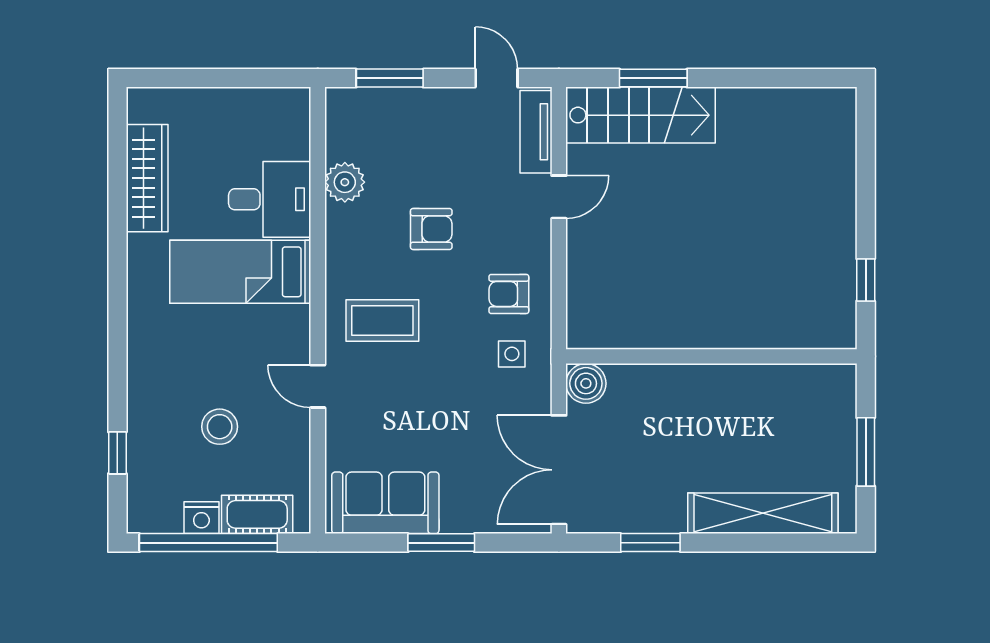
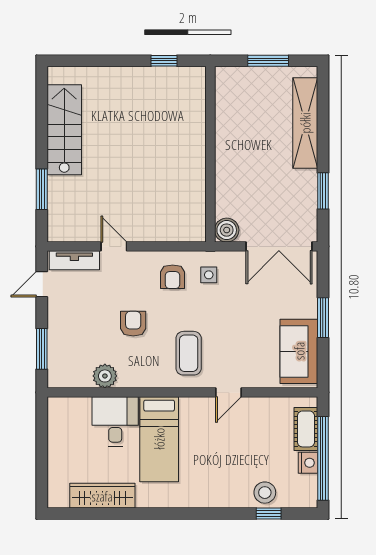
stairs: (641, 115) -> (64, 130), moved
stool: (220, 427) -> (265, 493), moved

